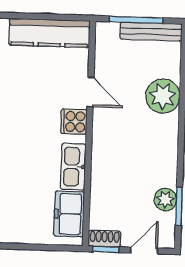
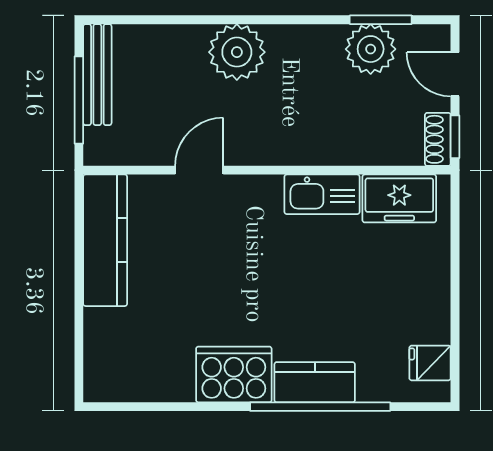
plant: (163, 96) -> (237, 52), moved
cooker: (74, 122) -> (248, 196), removed
plant: (165, 200) -> (371, 49), width x1.36, depth x1.36

